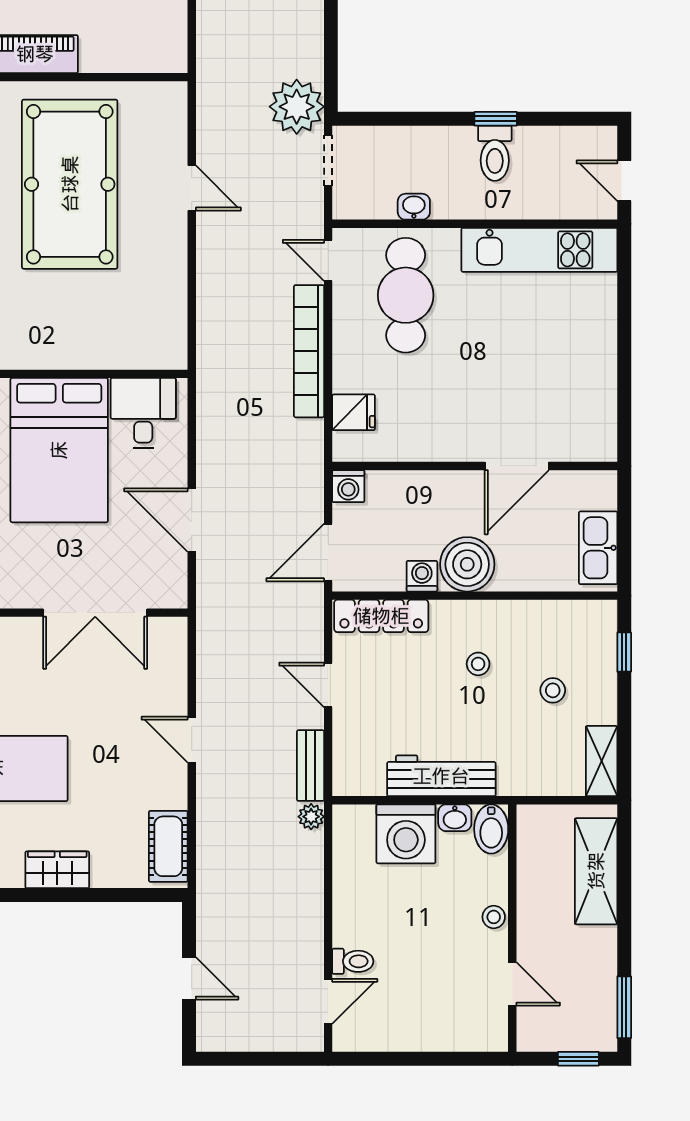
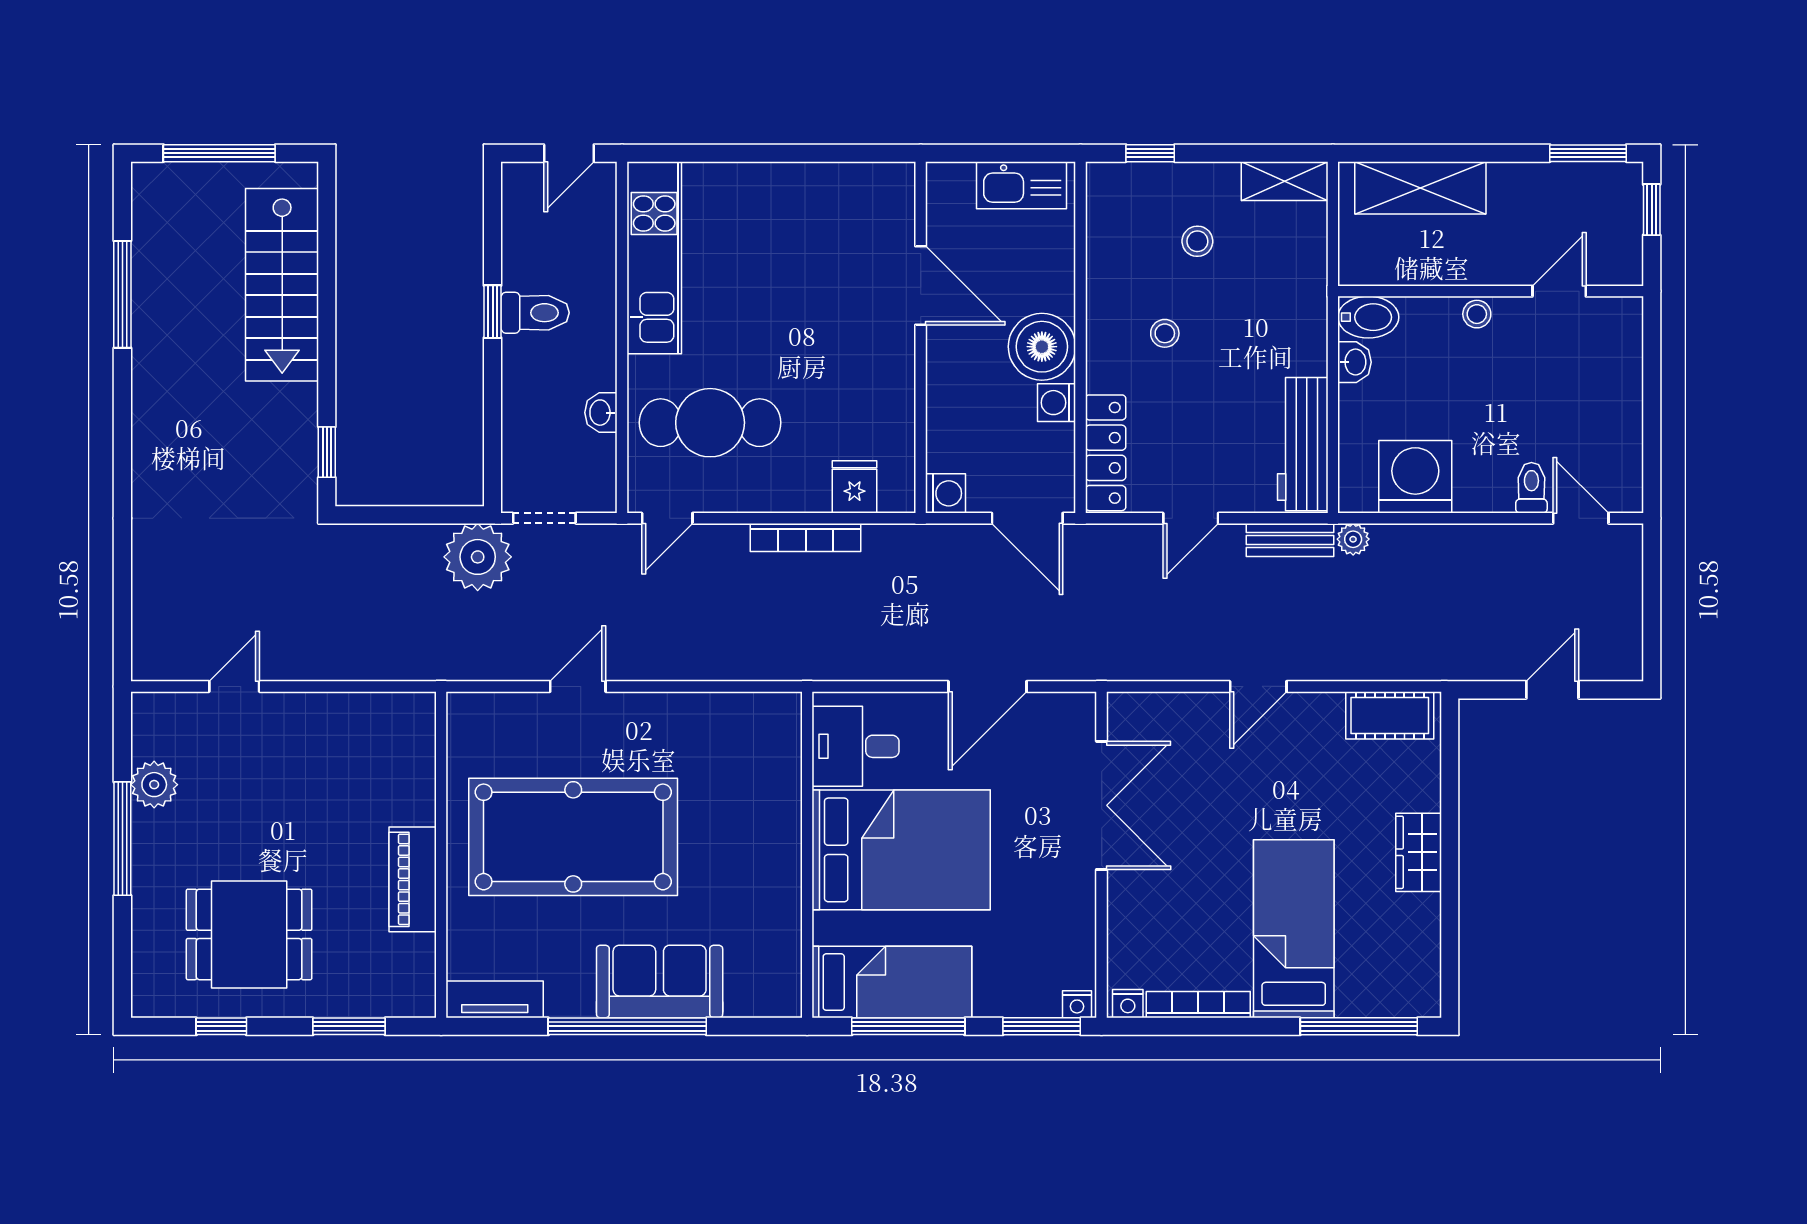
bookcase: (309, 351) -> (806, 537), width x0.68, depth x0.76
workbench: (441, 776) -> (1303, 444), moved
washing machine: (406, 834) -> (1415, 477), moved, turned -90

